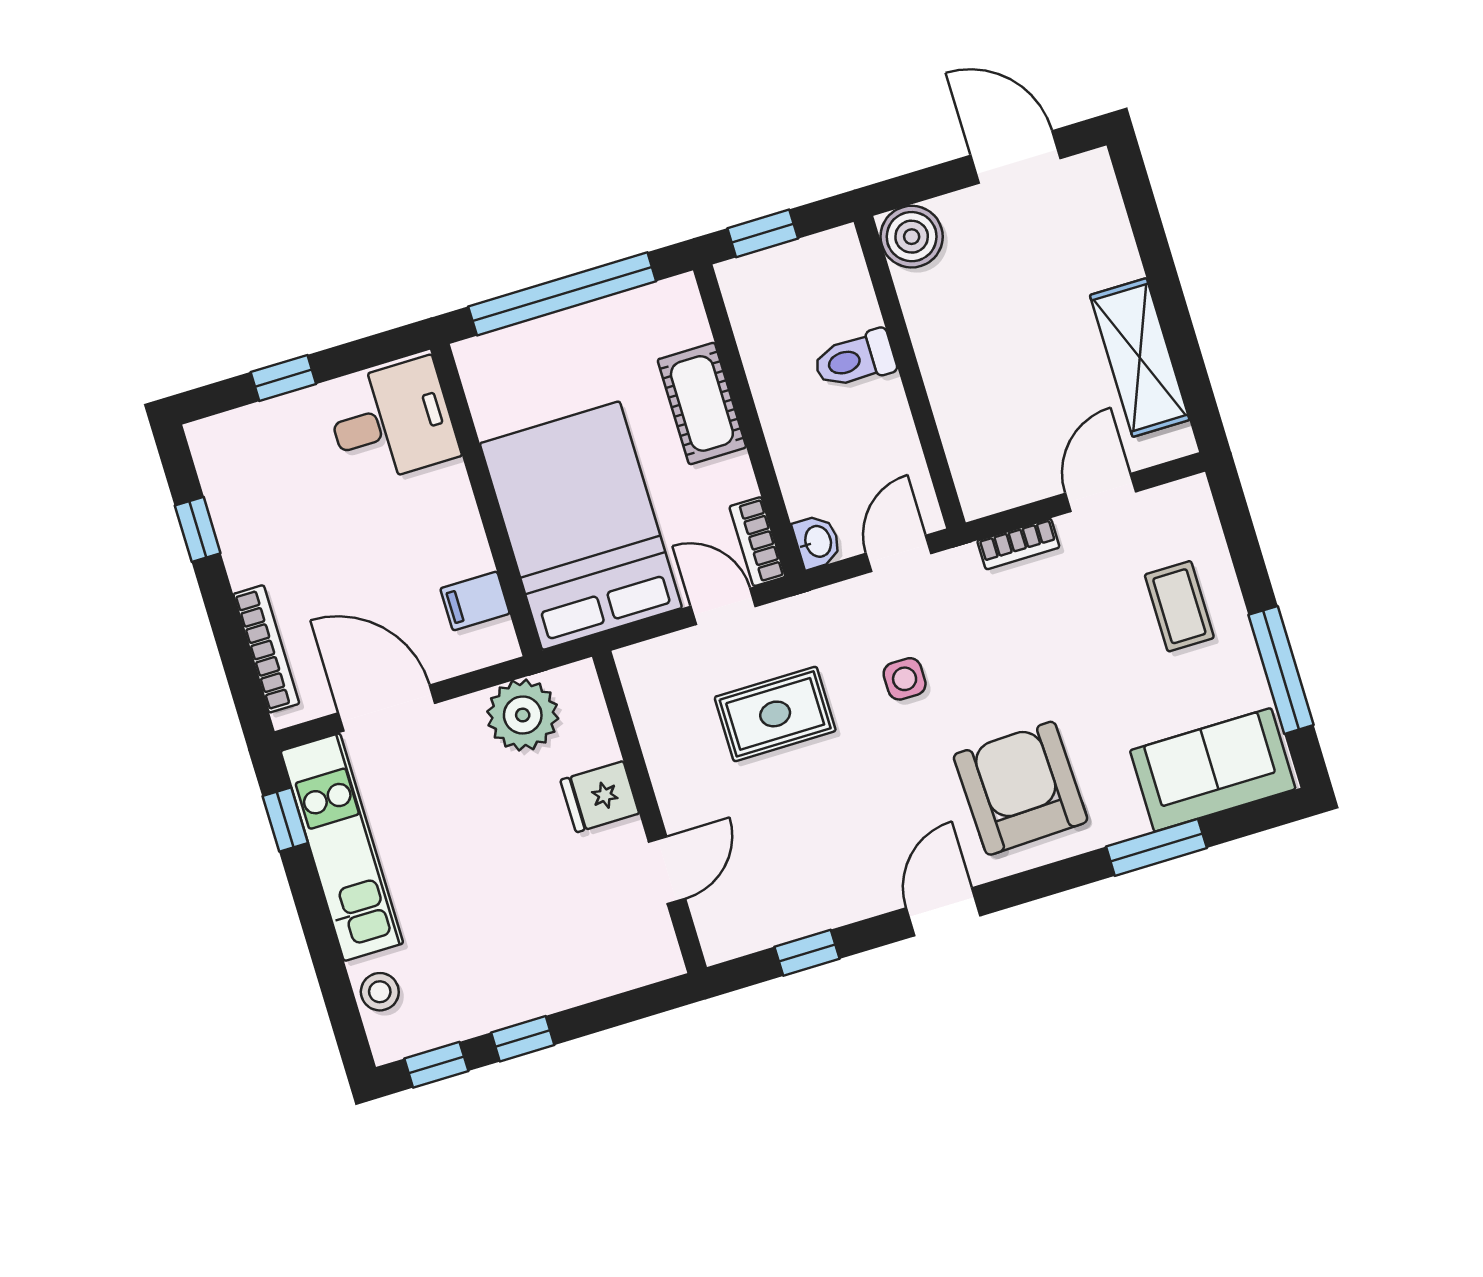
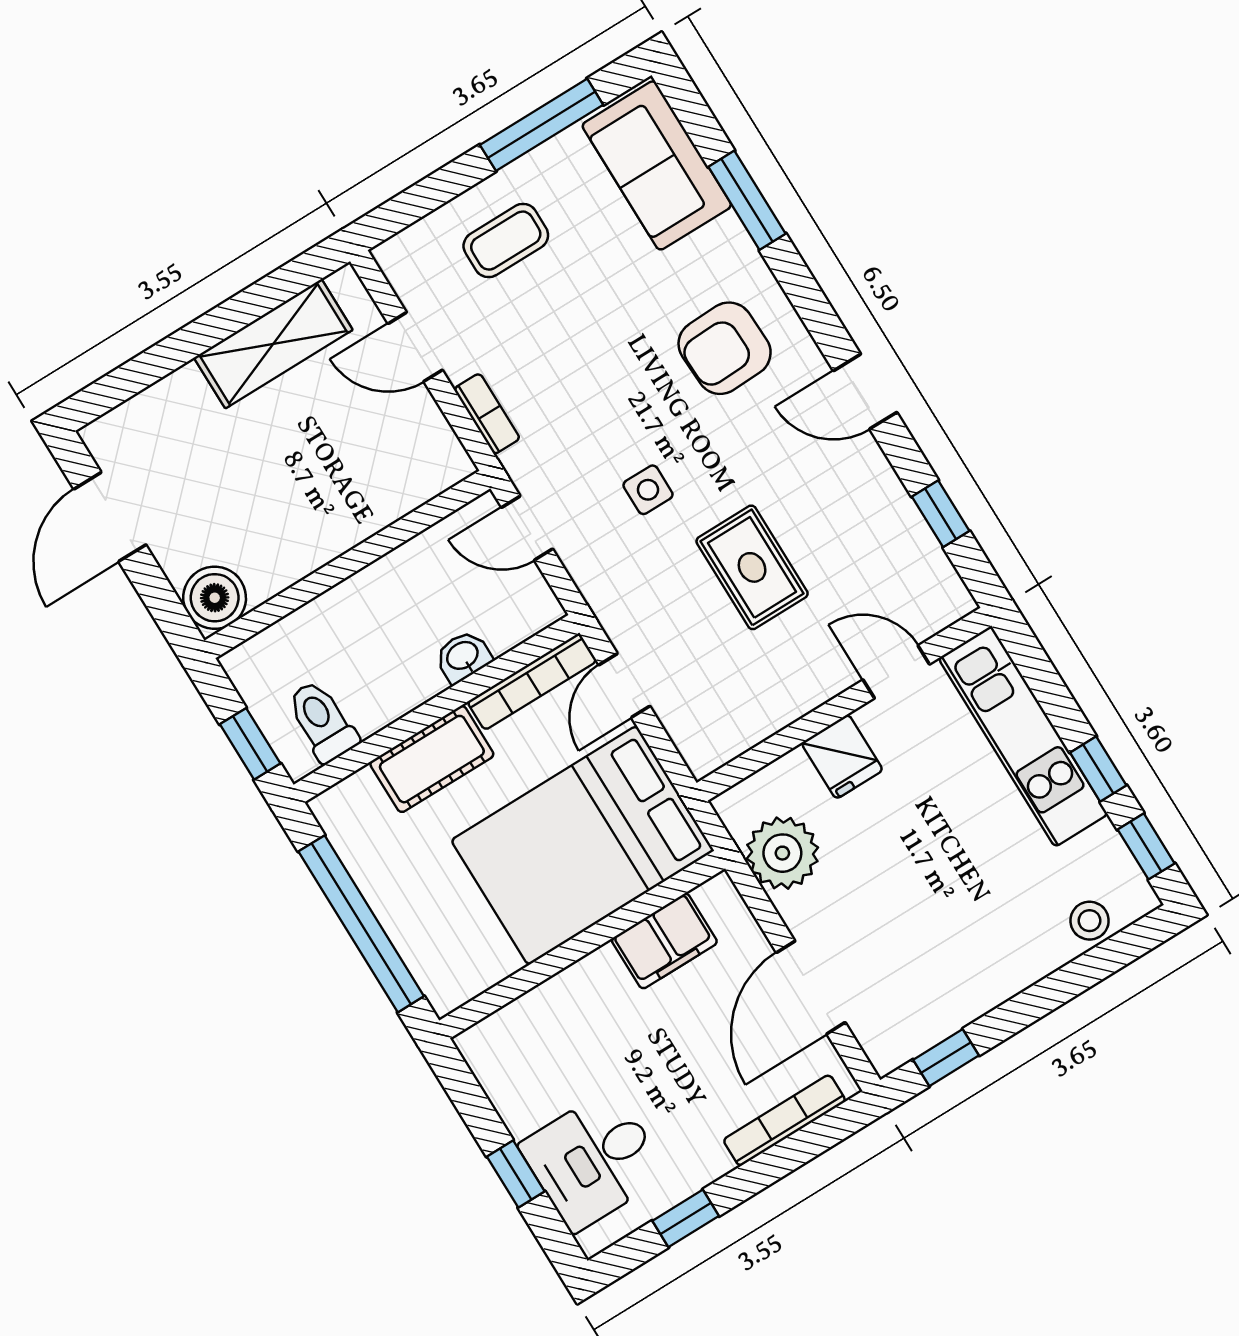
toilet: (855, 359) -> (322, 721), moved, turned 180
desk: (392, 422) -> (593, 1160), moved, turned -90
bookcase: (757, 542) -> (532, 682), width x1.56
washbasin: (817, 542) -> (463, 657), moved
filing cabinet: (475, 601) -> (664, 941), width x2.00
rug: (775, 714) -> (752, 567), moved
armchair: (1021, 788) -> (725, 348), width x0.73, depth x0.73
kitchen unit: (342, 847) -> (1023, 736), moved, turned -90

